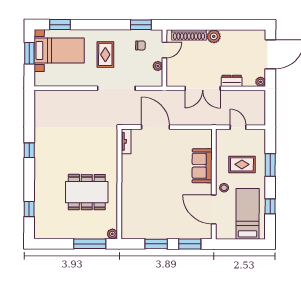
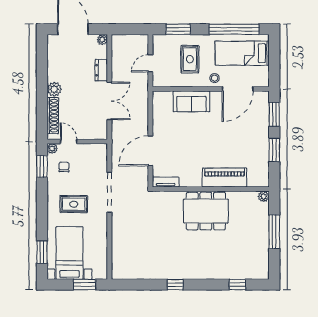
window: (29, 53) -> (85, 285), moved
plant: (158, 66) -> (52, 149), moved
window: (270, 165) -> (178, 29), moved
dining table: (87, 192) -> (206, 211), moved, turned 90
piano: (130, 197) -> (225, 178), added
window: (270, 206) -> (234, 29), width x3.17
window: (90, 244) -> (274, 232), moved

